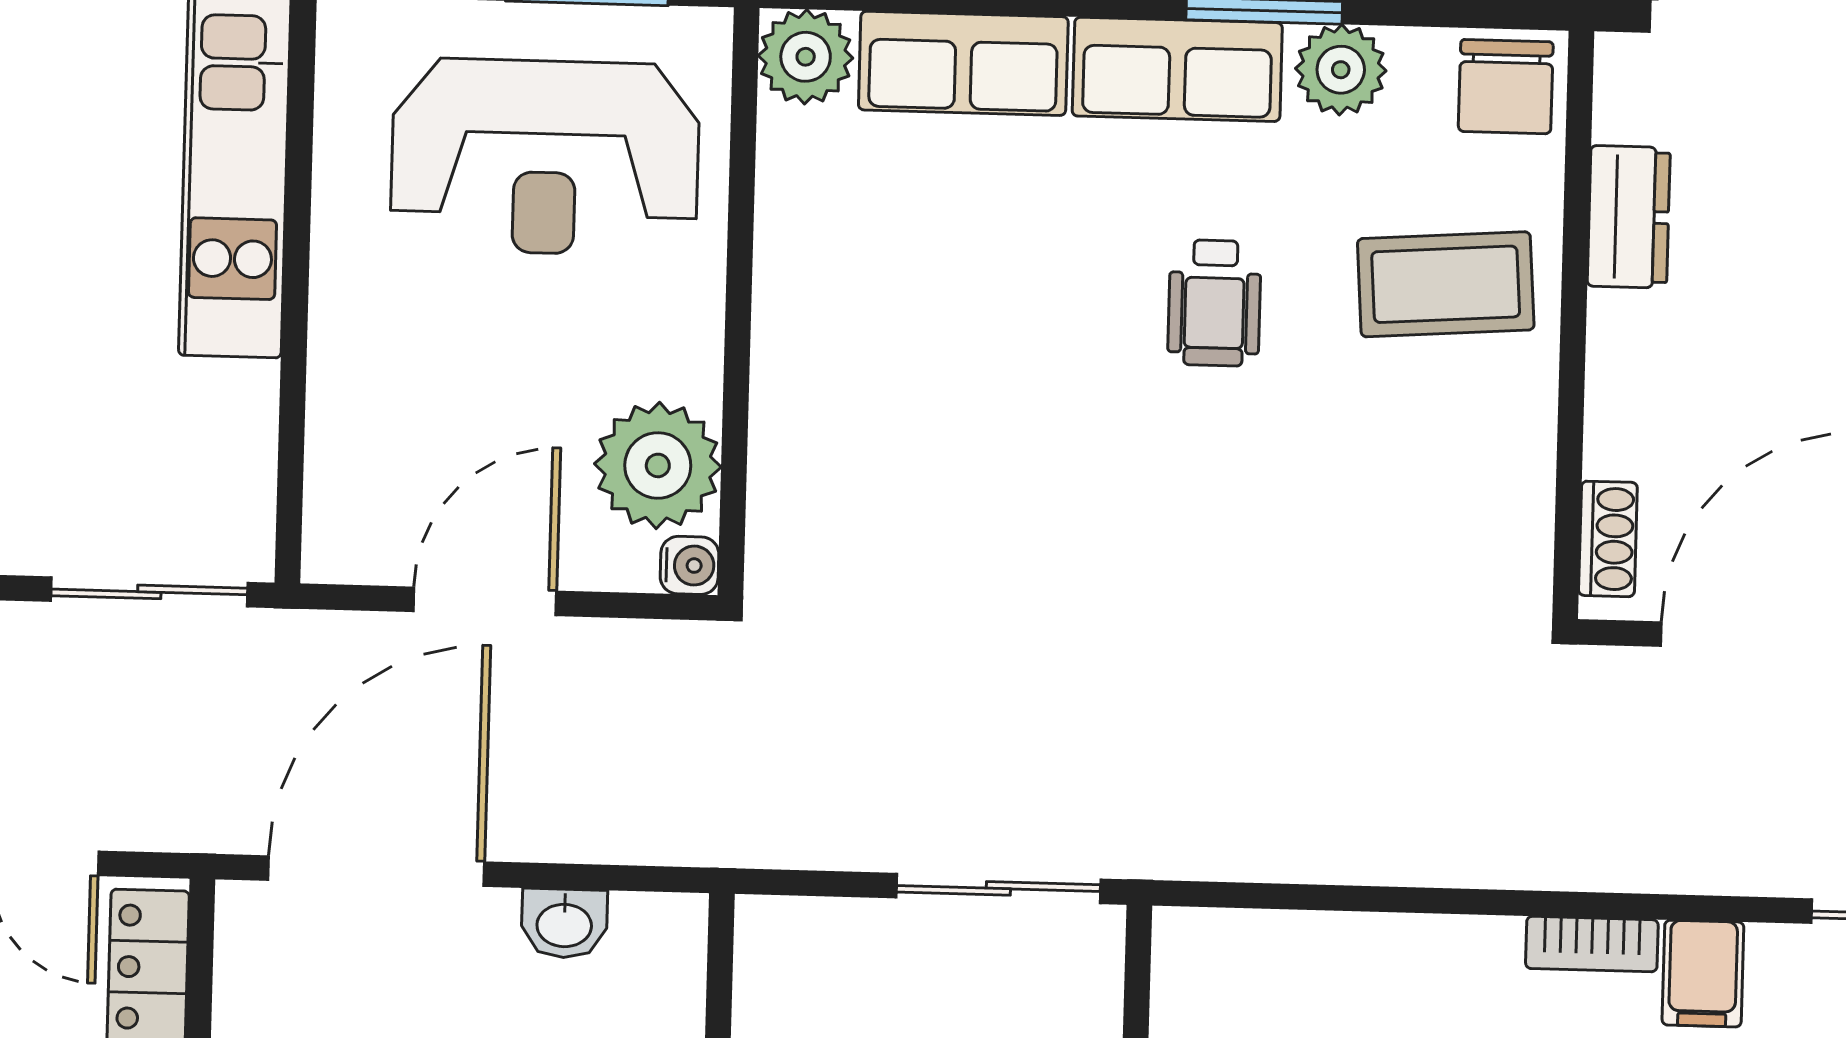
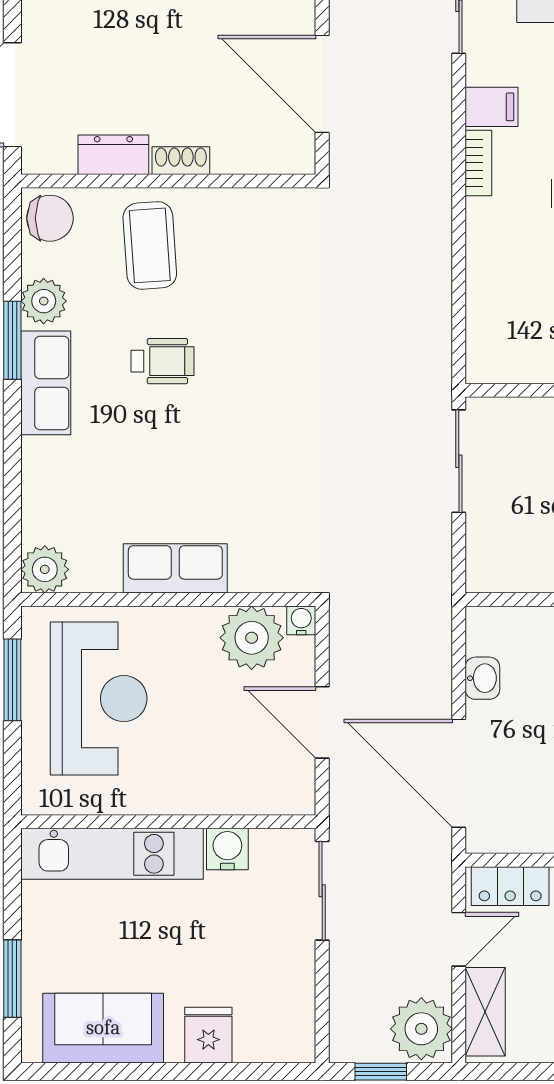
row of seats: (963, 63) -> (175, 568), moved, turned -90
water cooler: (238, 405) -> (227, 849), added
shoe rack: (1608, 539) -> (181, 161), moved

